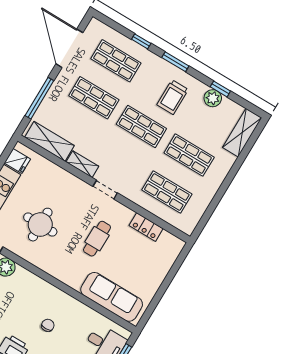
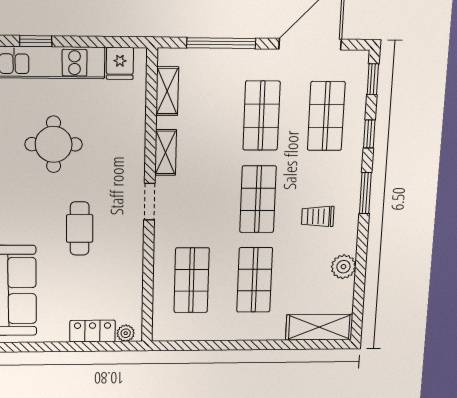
window: (220, 89) -> (373, 79), moved
trolley: (173, 97) -> (318, 216), width x0.73, depth x0.72
shelving: (49, 141) -> (167, 91), width x0.67, depth x0.75
locker: (146, 227) -> (93, 331), moved, turned 90
cafe table: (97, 239) -> (80, 228), turned 90
plant: (176, 249) -> (126, 333), added

